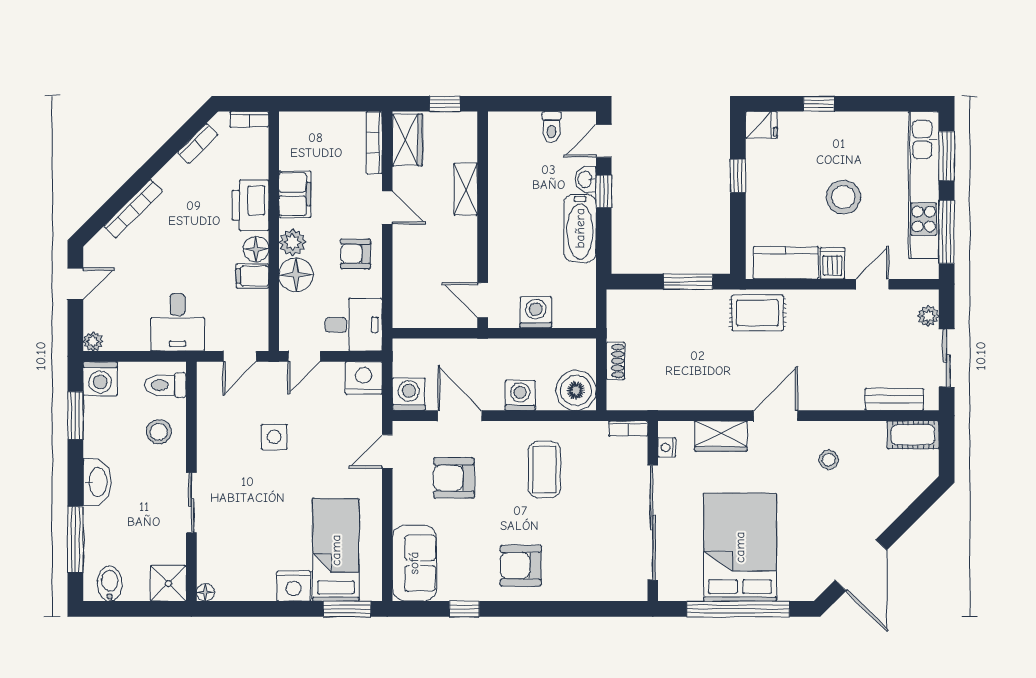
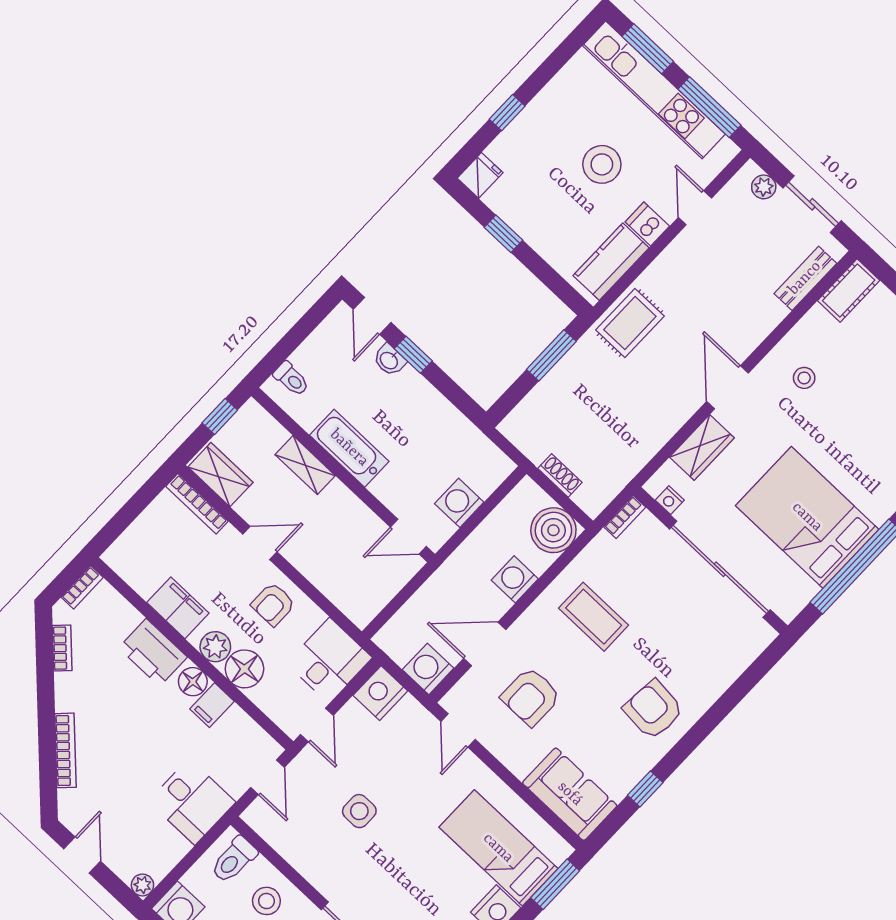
toilet: (551, 127) -> (291, 379), moved
bathtub: (580, 228) -> (349, 448), moved, turned 180
armchair: (521, 566) -> (653, 710), turned 95

